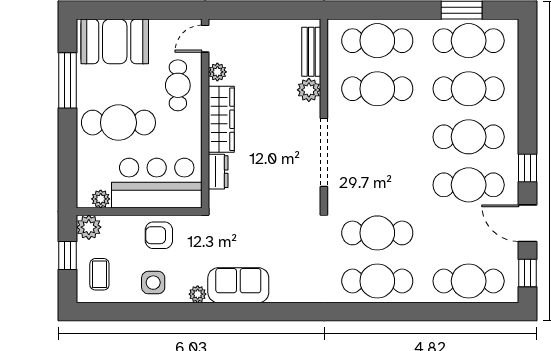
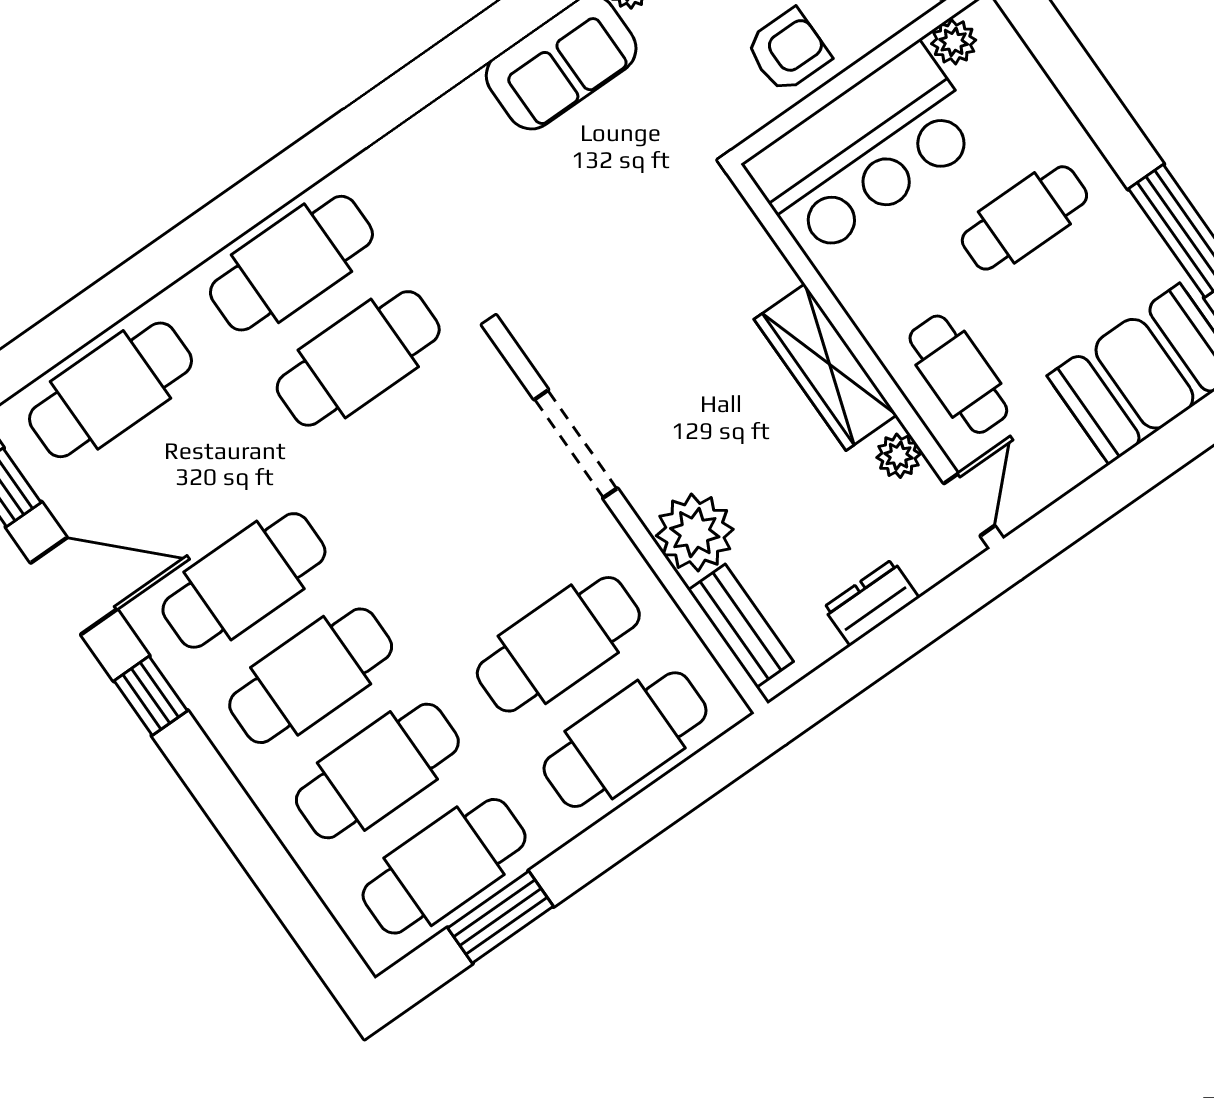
plant: (309, 90) -> (695, 533), width x1.36, depth x1.36
cafe table: (118, 123) -> (1024, 218), width x0.73, depth x0.74
doorway: (324, 152) -> (576, 444), width x0.73
dresser: (218, 172) -> (871, 603), moved, turned 90

